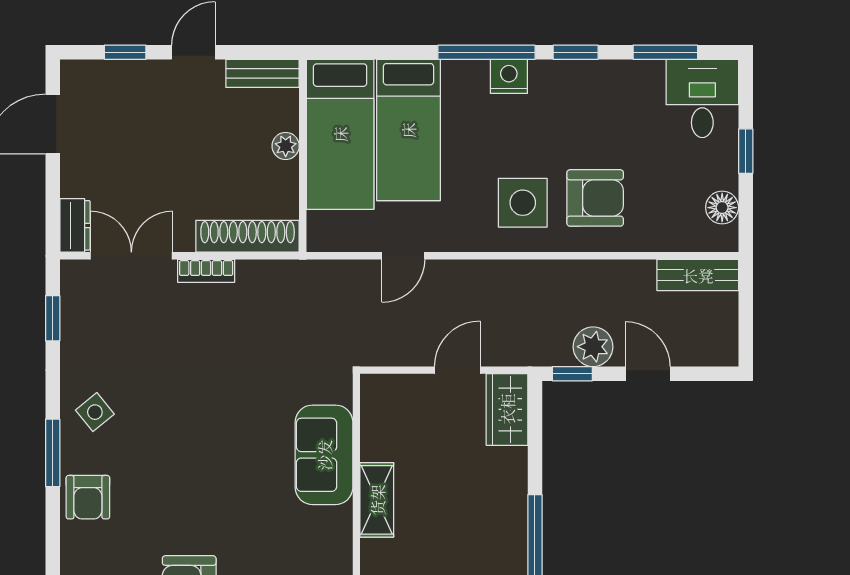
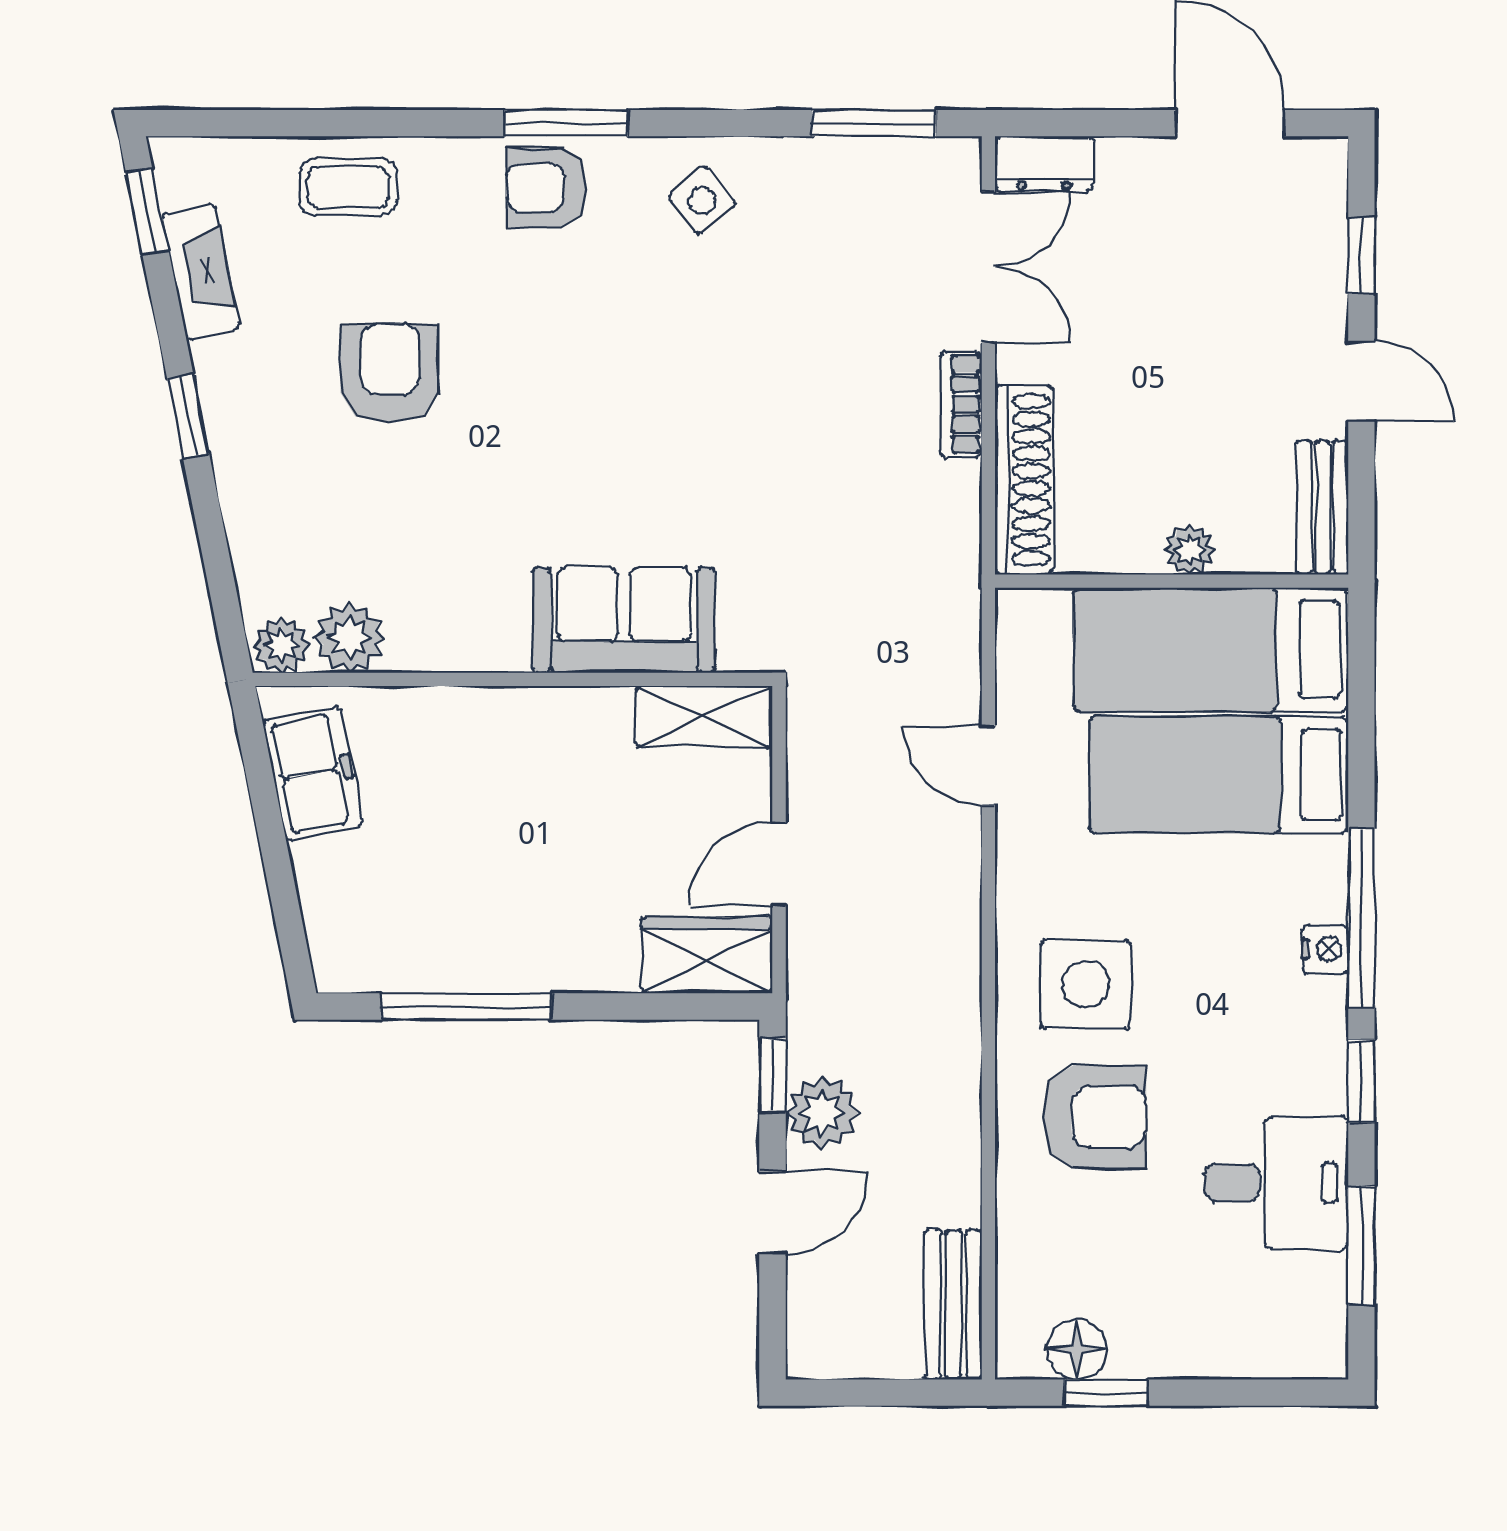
nightstand: (509, 76) -> (1325, 949), width x0.72, depth x0.74
desk: (702, 98) -> (1277, 1183), moved
window: (746, 151) -> (1106, 1393), moved
armchair: (595, 198) -> (1094, 1117), turned -90
window: (53, 318) -> (874, 123), width x1.50
door: (457, 370) -> (779, 864), swing flipped
window: (53, 453) -> (566, 123), moved
shelving: (377, 500) -> (704, 717), moved

